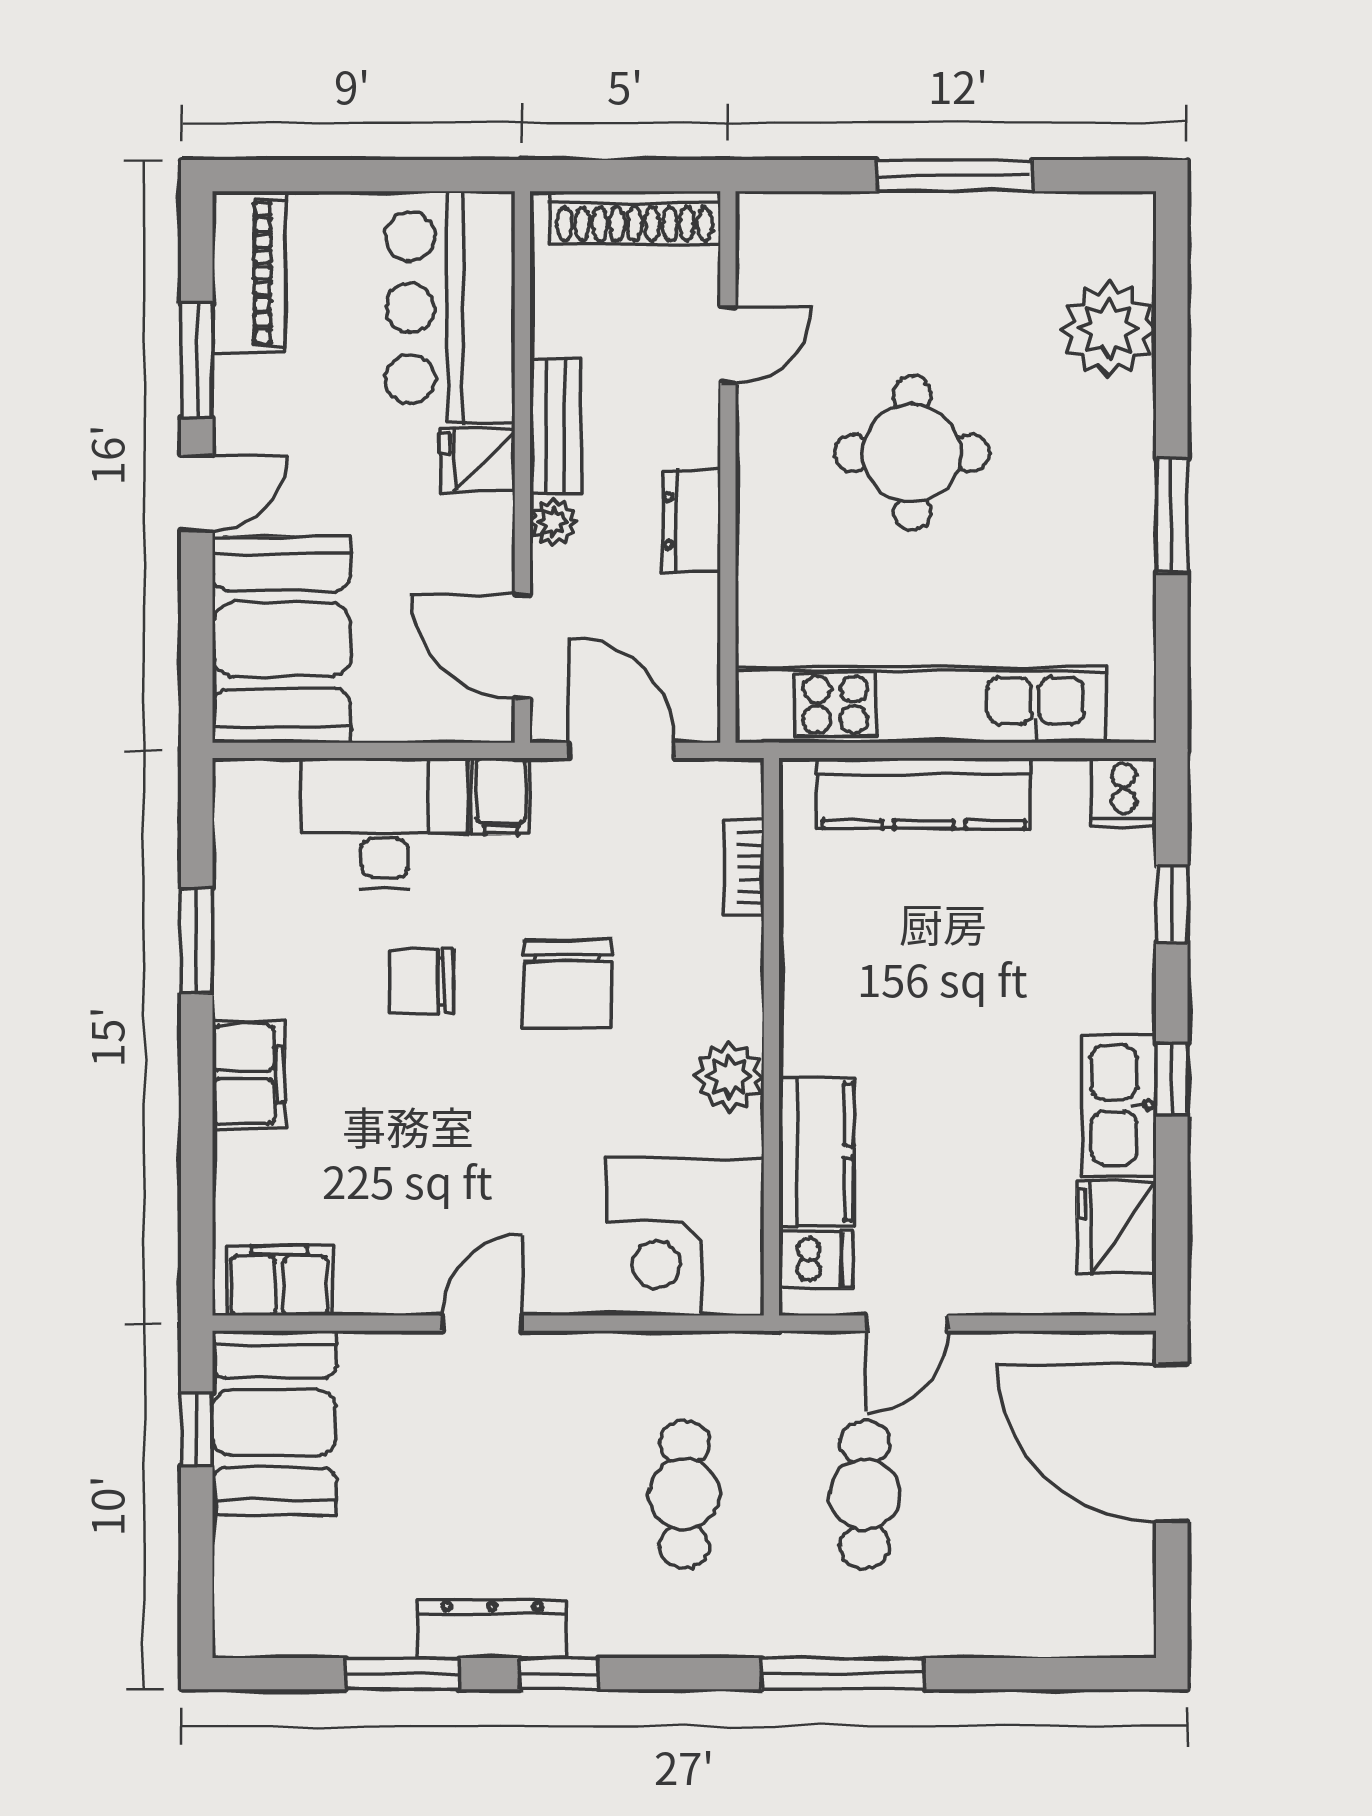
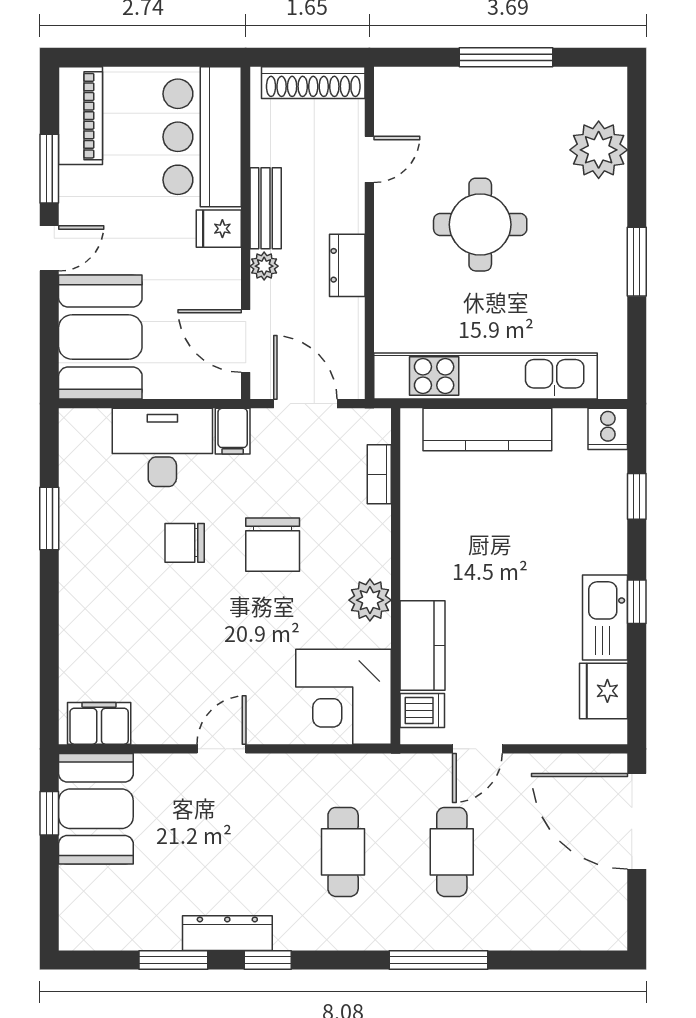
filing cabinet: (248, 1075) -> (80, 599), removed

